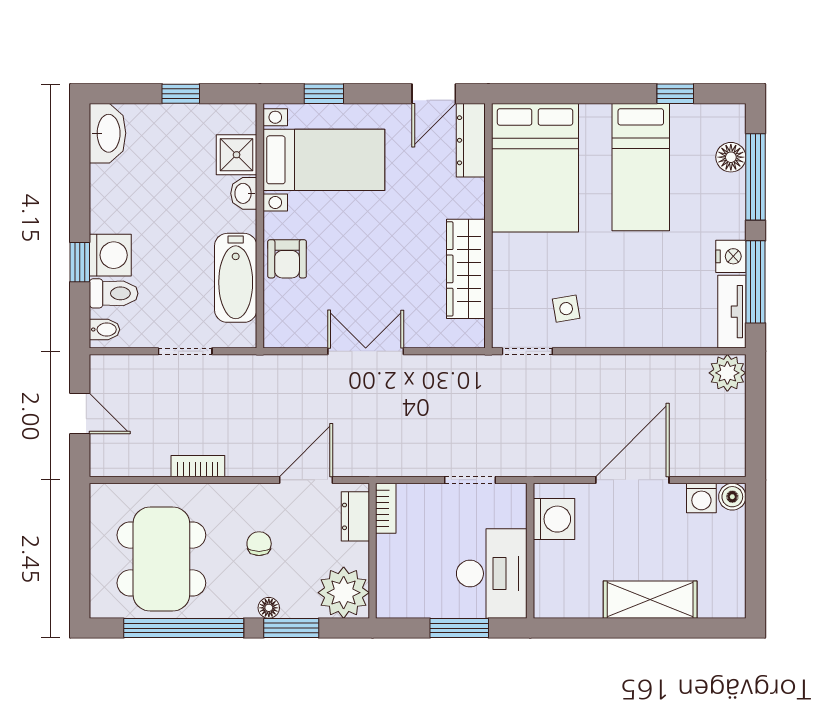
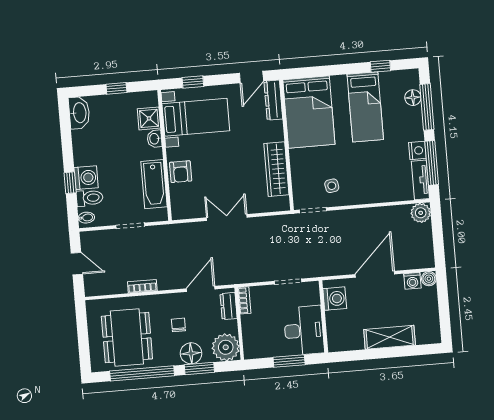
floor lamp: (269, 608) -> (191, 353), width x1.89, depth x1.89

